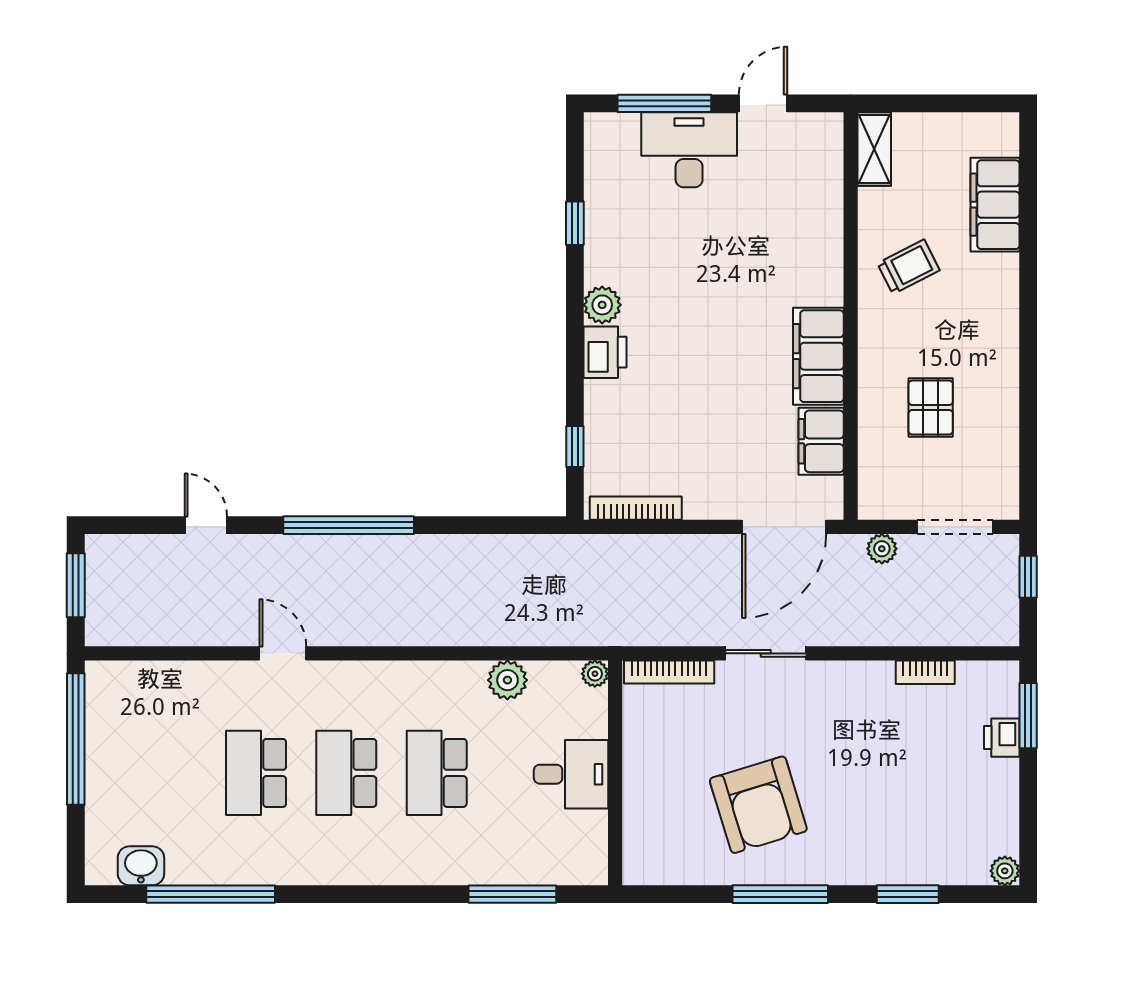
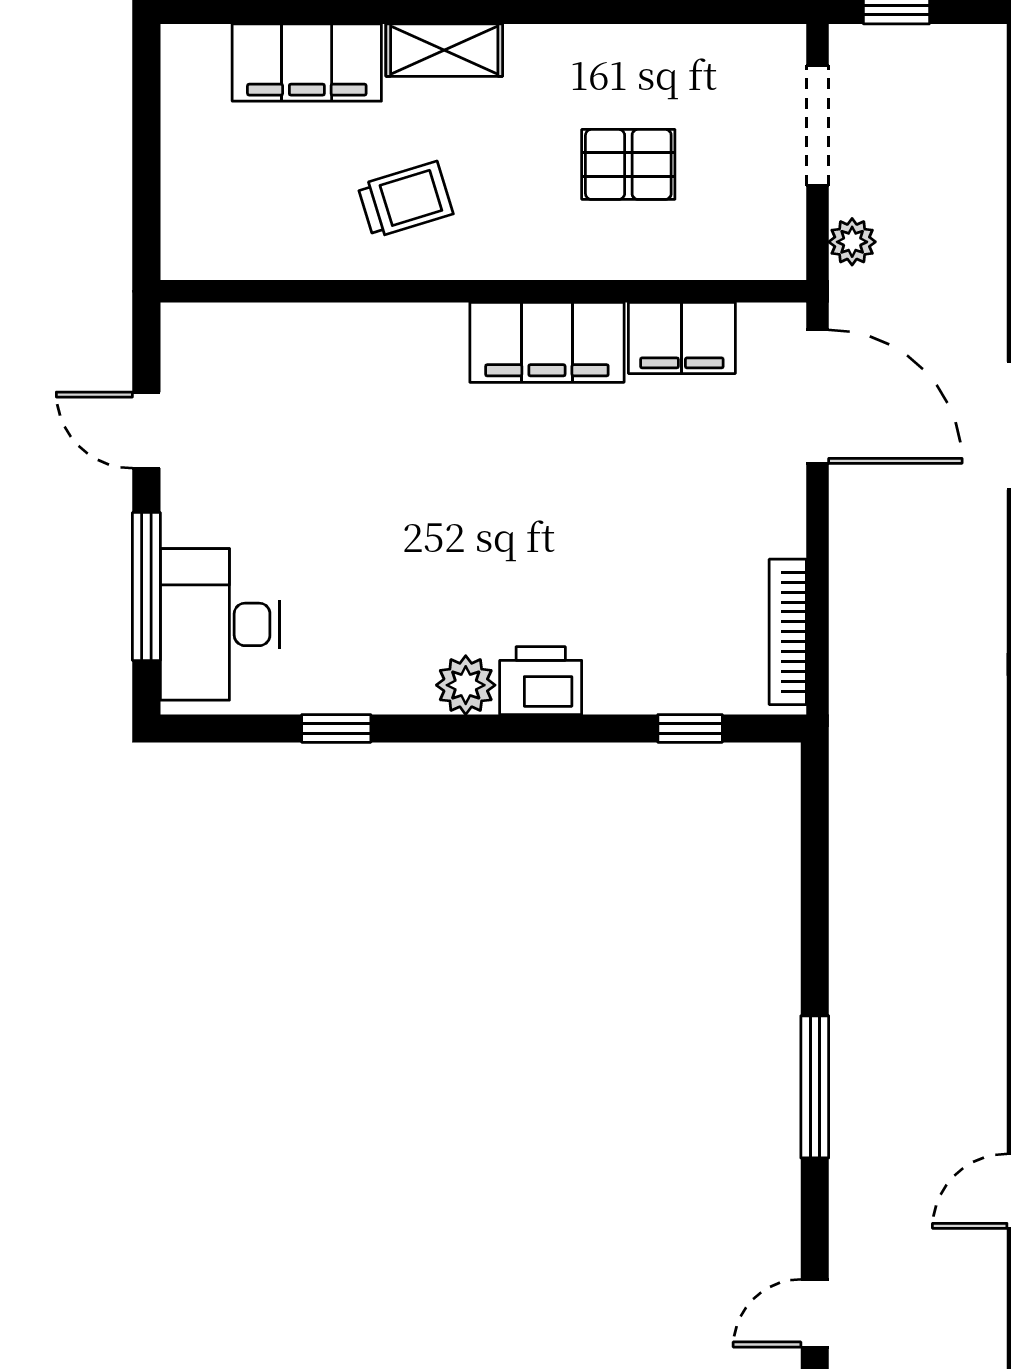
shelving: (874, 149) -> (444, 50), moved
desk: (689, 150) -> (220, 624), moved
trolley: (908, 267) -> (405, 200), turned 100
window: (349, 525) -> (815, 1087), width x0.68

